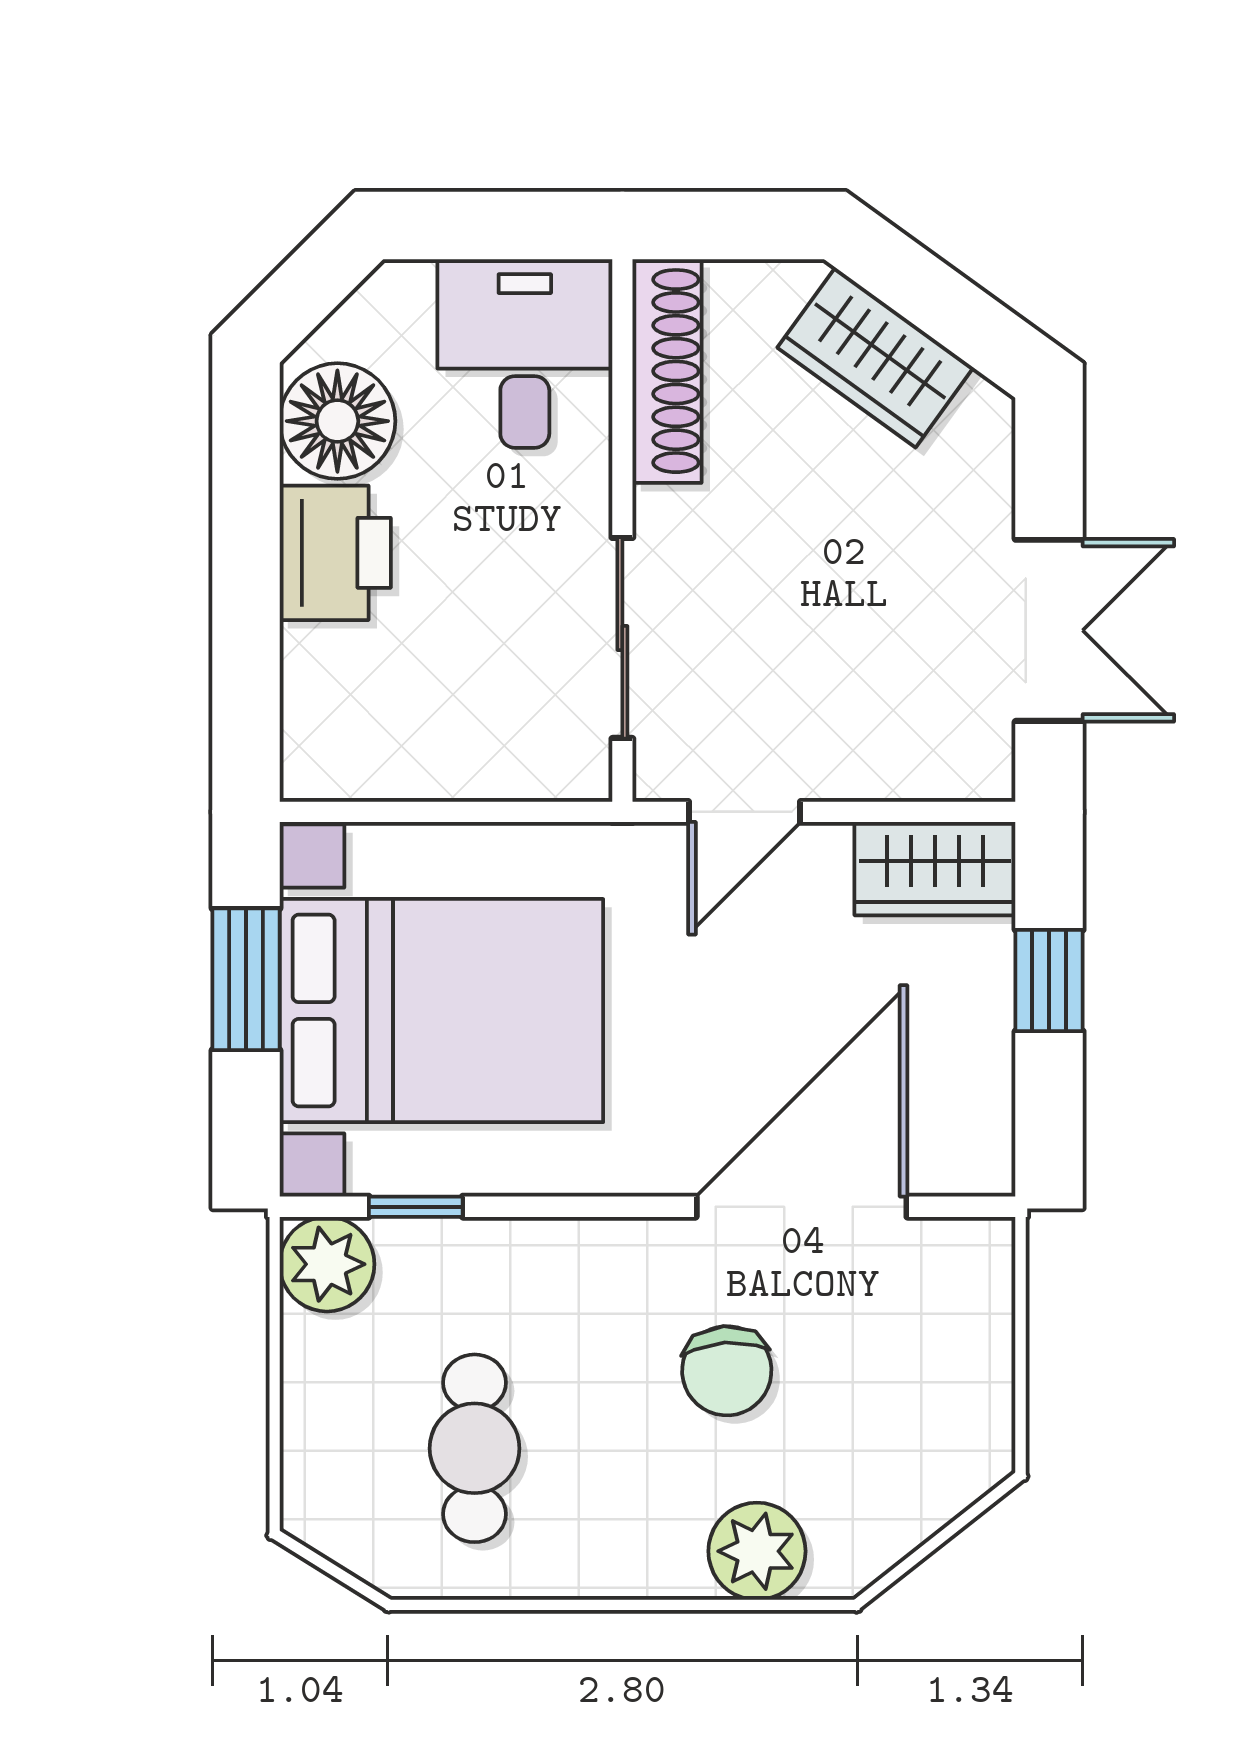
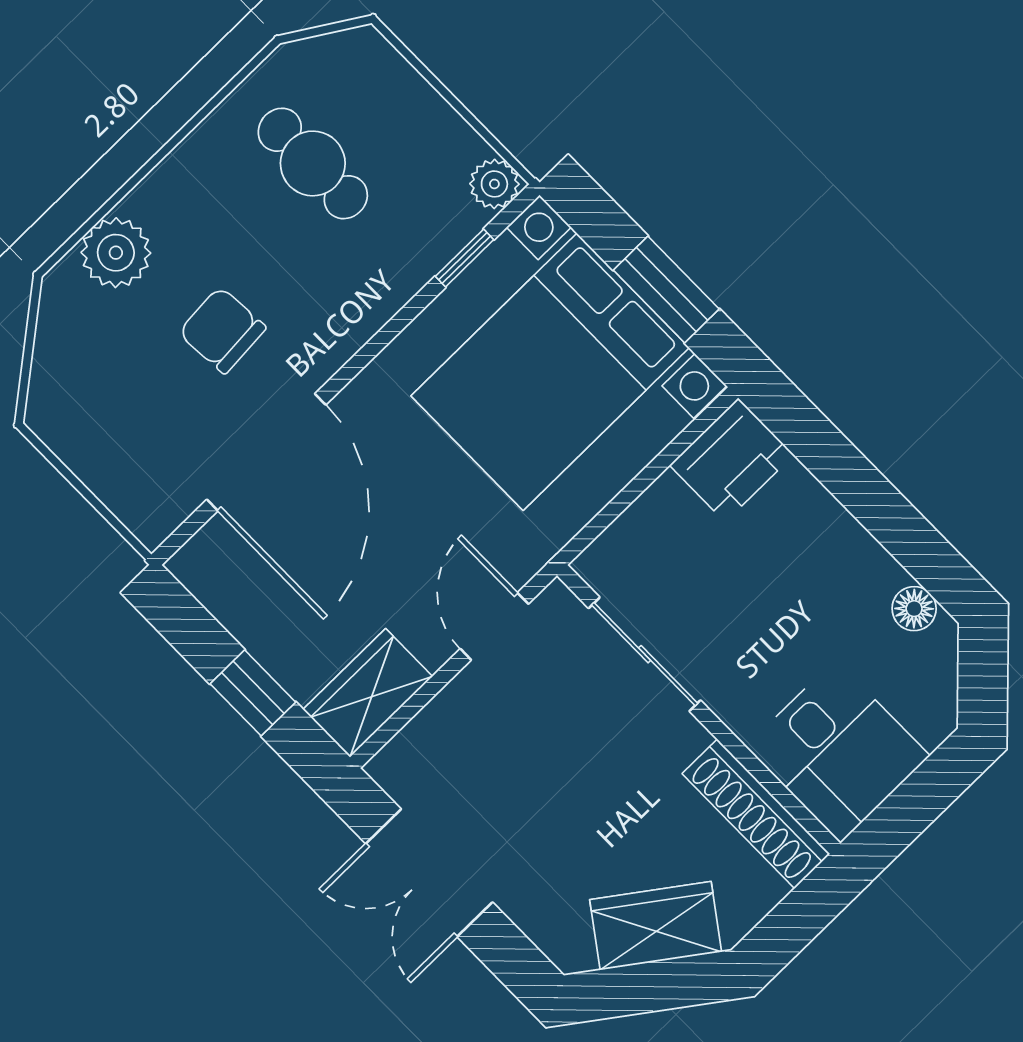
floor lamp: (337, 421) -> (914, 609), width x0.53, depth x0.53
printer: (335, 553) -> (732, 460), moved, turned -90
plant: (327, 1264) -> (494, 184), width x0.73, depth x0.73

